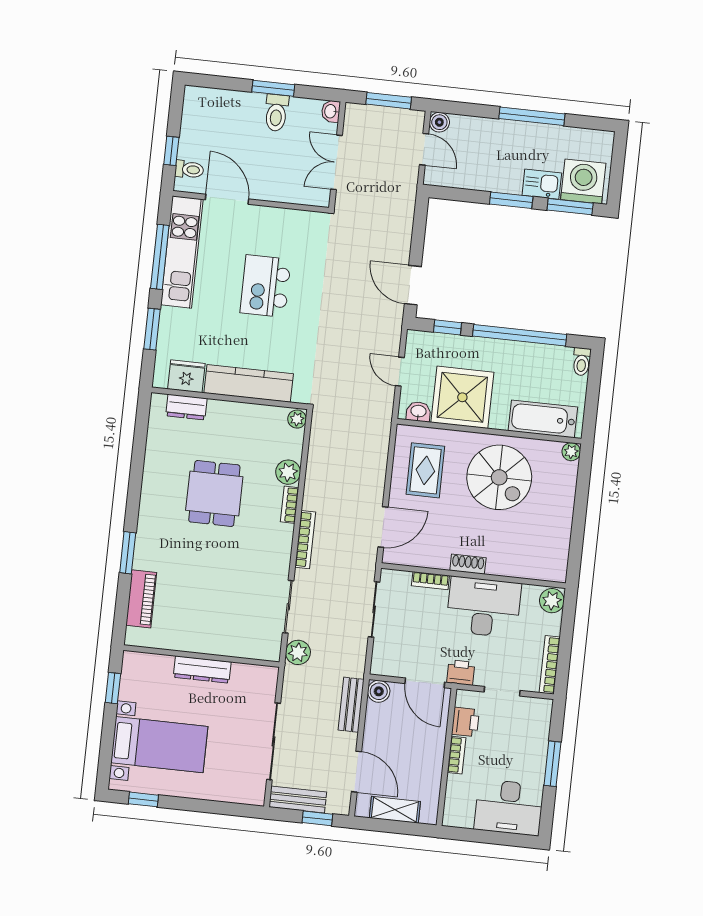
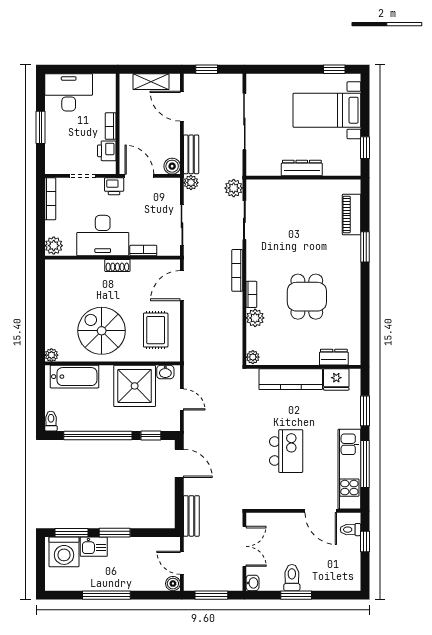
plant: (355, 666) -> (191, 183), added
bench: (298, 800) -> (191, 516), moved, turned 90

